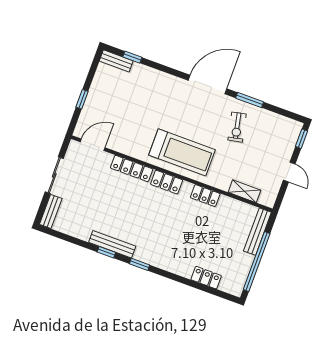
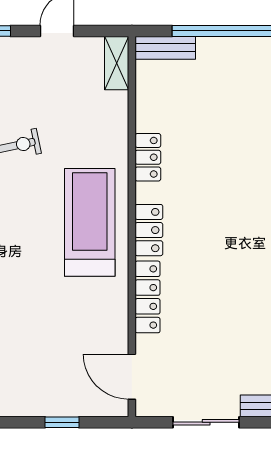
shelving: (244, 191) -> (117, 63), moved
bench: (257, 232) -> (165, 48), width x0.73

